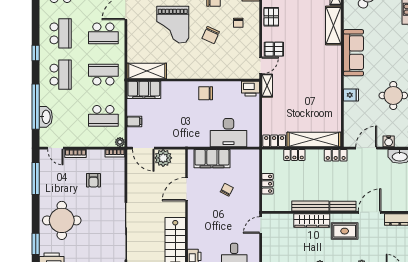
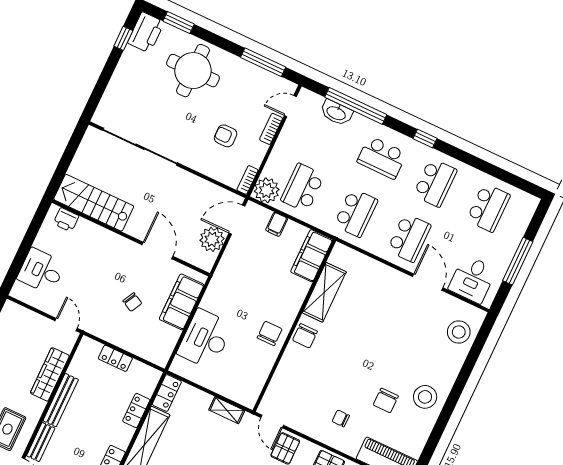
grand piano: (173, 25) -> (378, 333), removed
school desk: (61, 33) -> (435, 183), turned -90
school desk: (103, 33) -> (409, 238), turned 180
chair: (211, 35) -> (305, 336), moved, turned -114
shelving: (147, 71) -> (324, 292), moved
shelving: (267, 86) -> (227, 410), moved
printer: (251, 89) -> (248, 394), removed
plant: (120, 142) -> (267, 190), width x1.88, depth x1.88
wardrobe: (312, 221) -> (50, 374), moved

